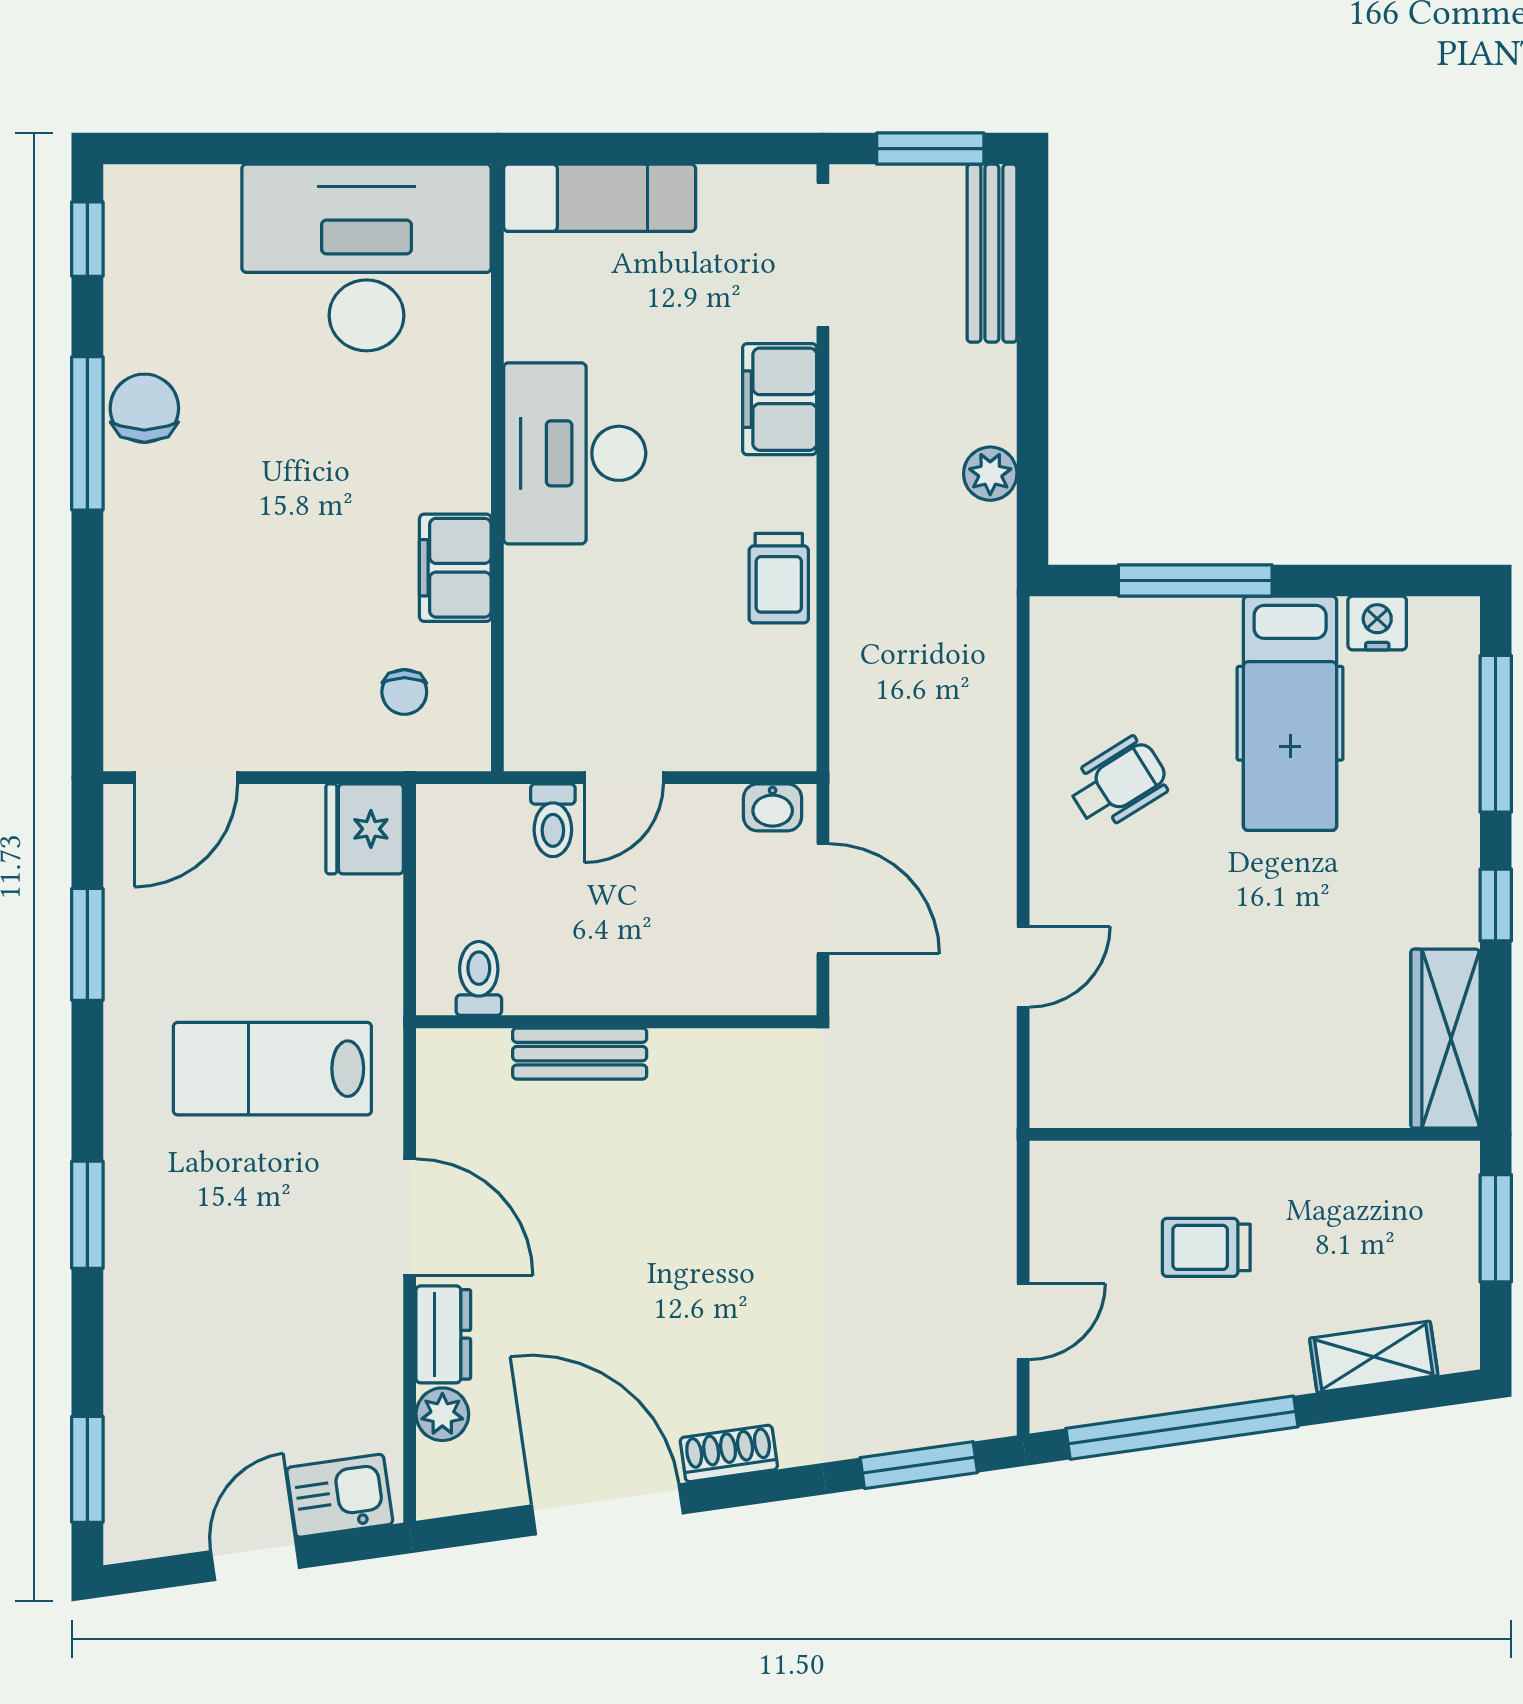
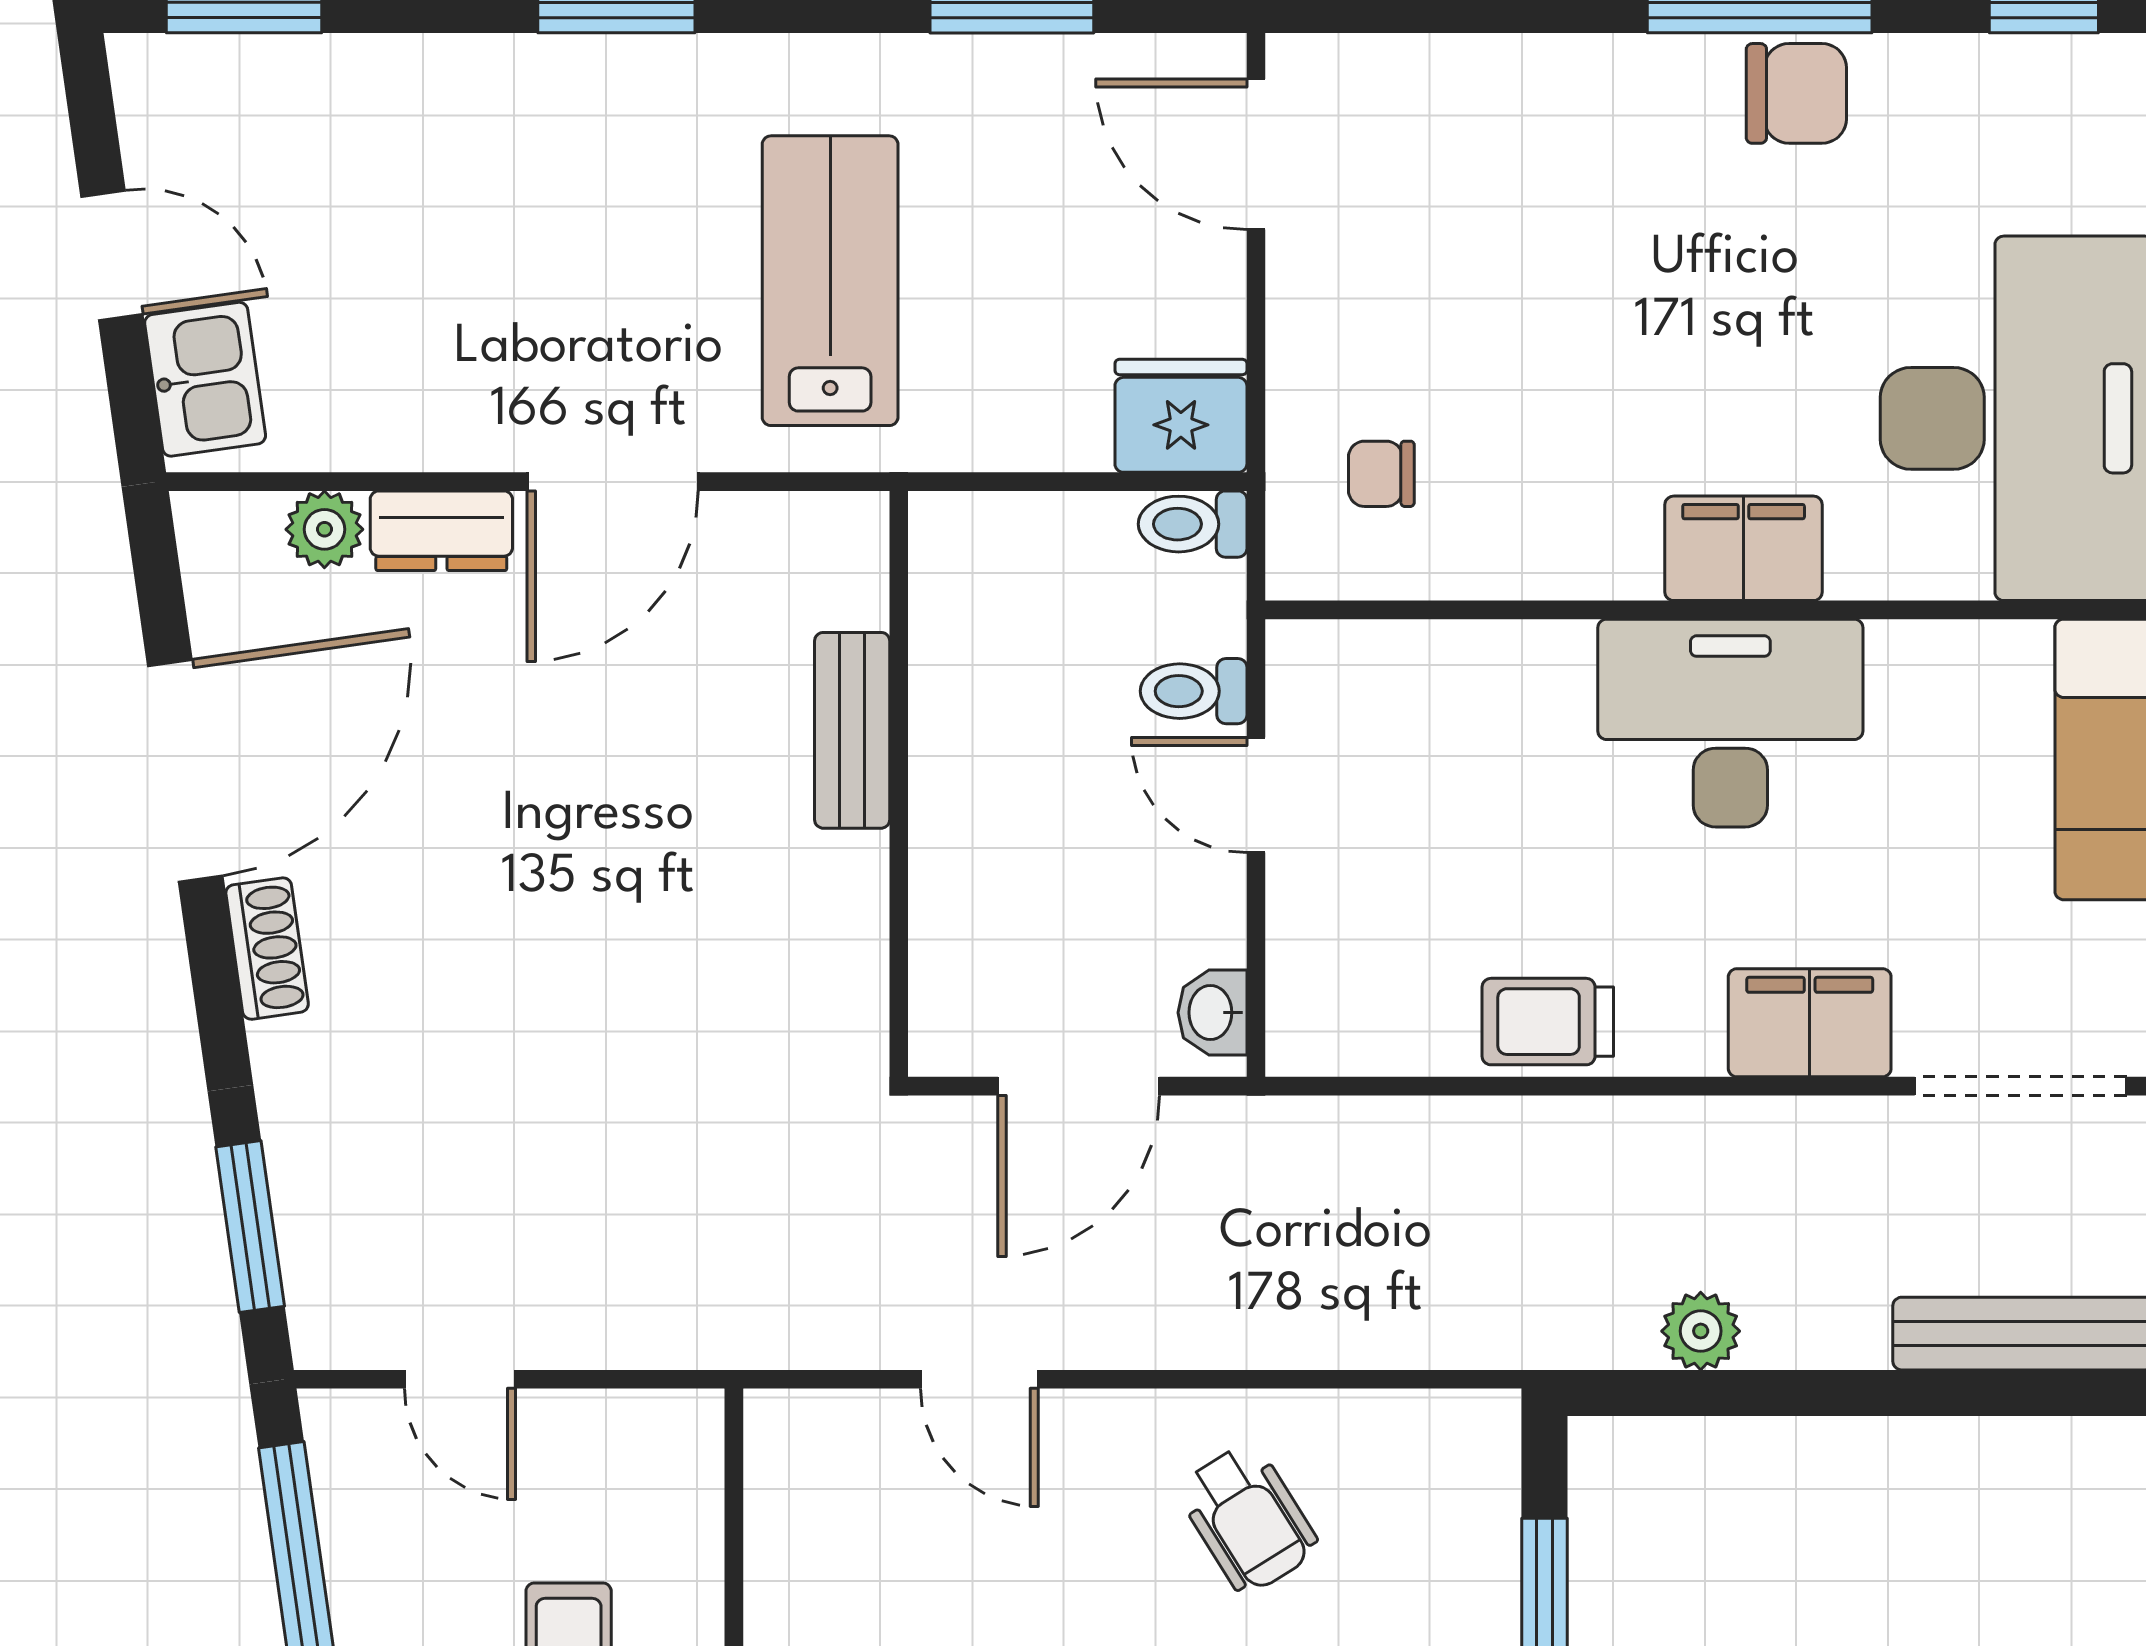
filing cabinet: (455, 568) -> (1744, 548), moved
toilet: (479, 978) -> (1193, 524), moved, turned 180

